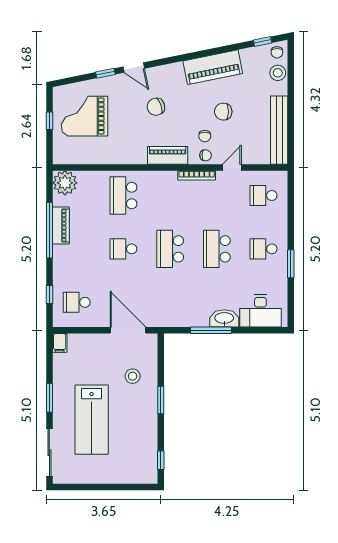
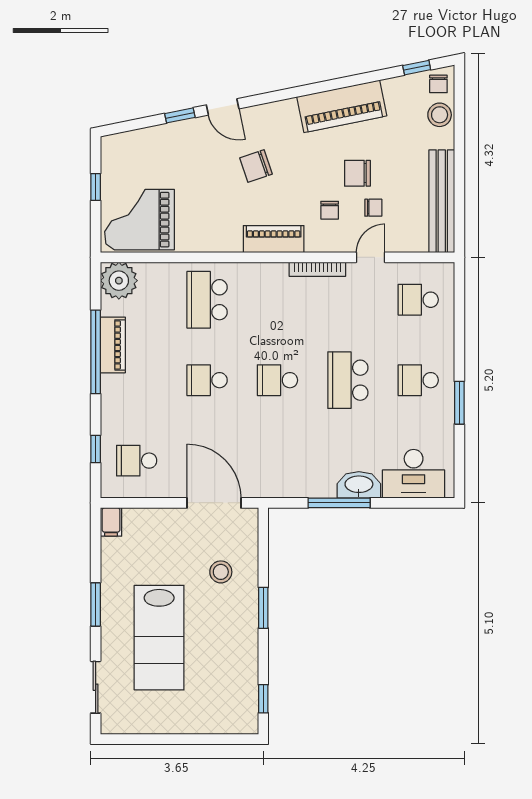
grand piano: (85, 116) -> (139, 220), moved
chair: (205, 155) -> (373, 208), moved
school desk: (170, 249) -> (277, 380), width x0.54
sliding door: (49, 453) -> (96, 687), width x0.73

